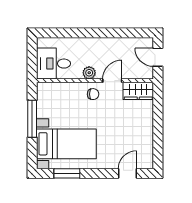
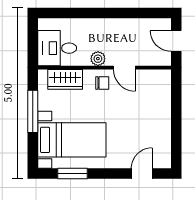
door: (112, 81) -> (124, 68), swing flipped
wardrobe: (138, 91) -> (65, 79), moved

